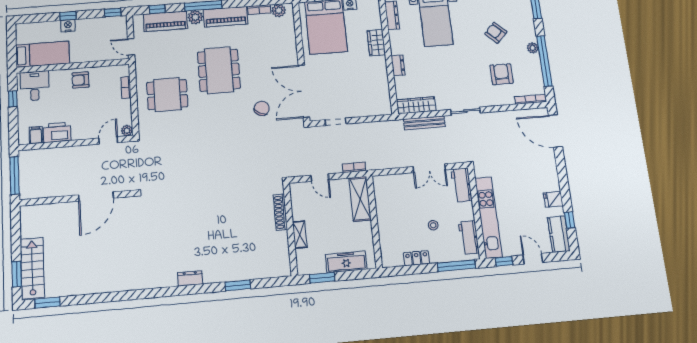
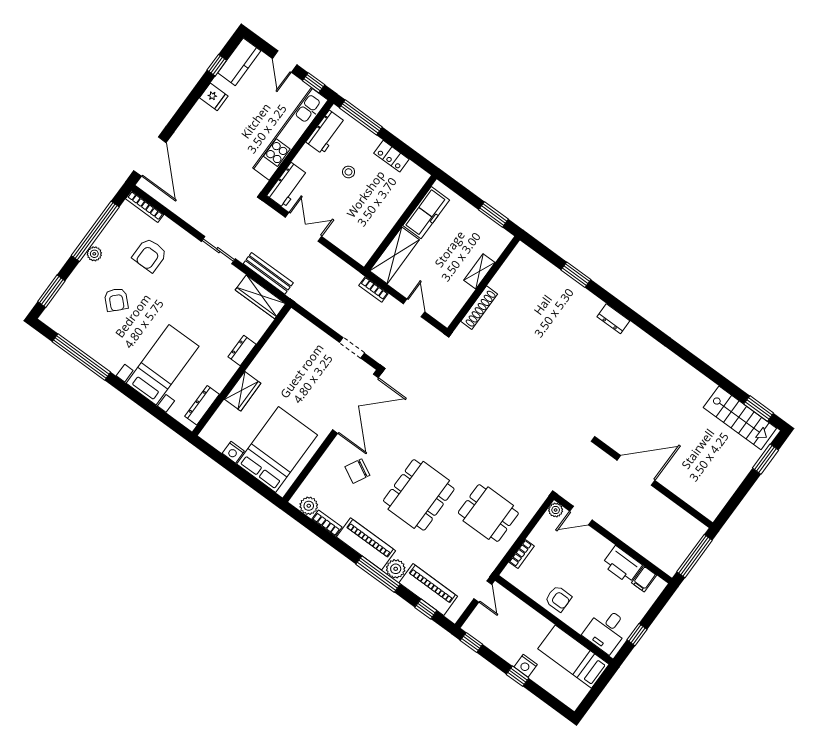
chair: (262, 108) -> (357, 471), moved
freezer: (346, 262) -> (426, 213), moved, turned -90
stairs: (32, 268) -> (740, 418), moved, turned -90

